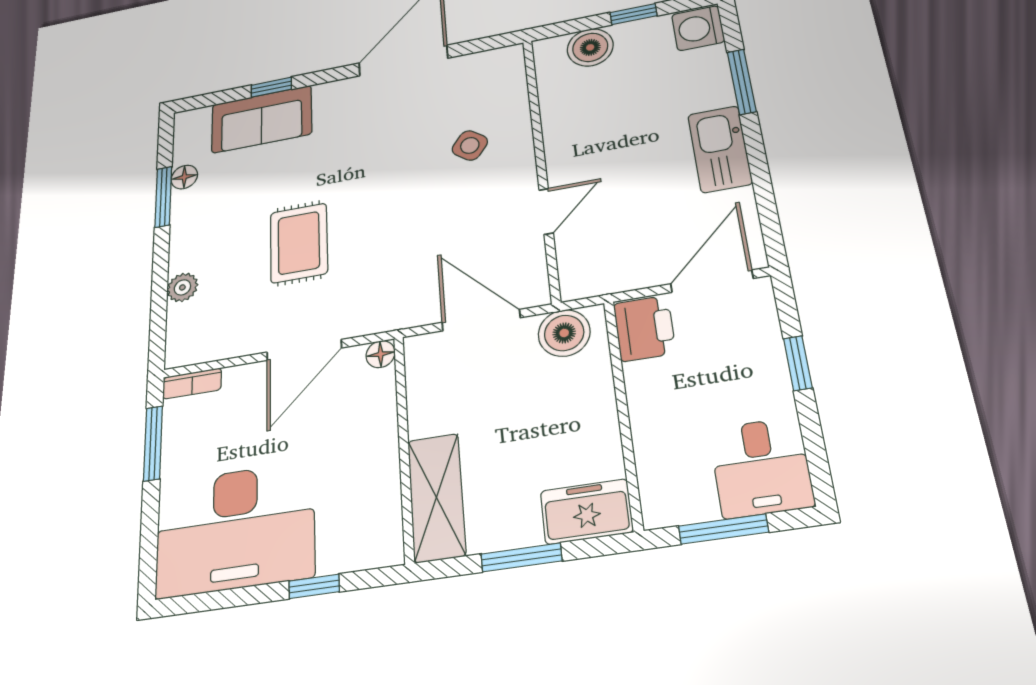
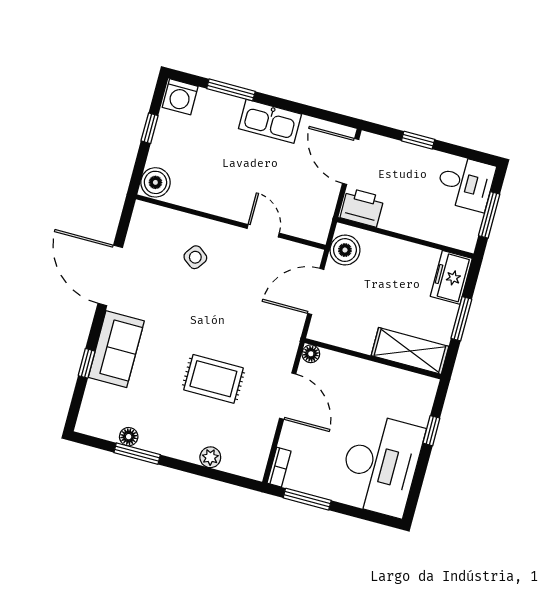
boiler: (590, 47) -> (155, 182), moved
sofa: (262, 119) -> (116, 349), moved

